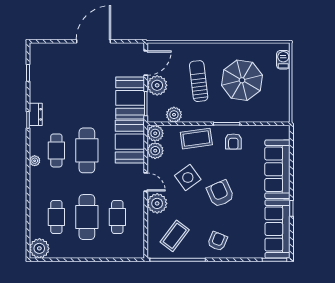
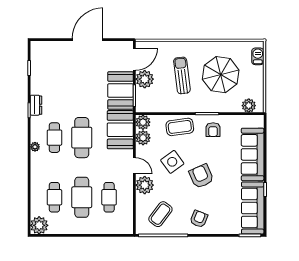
plant: (174, 115) -> (249, 106), moved

